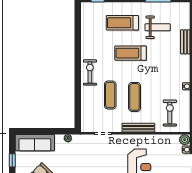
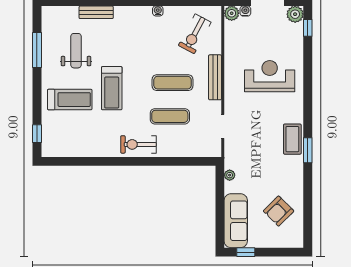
treadmill: (122, 23) -> (70, 100), turned -90
exercise bike: (170, 113) -> (195, 34), turned -62
window: (12, 160) -> (246, 252), moved

